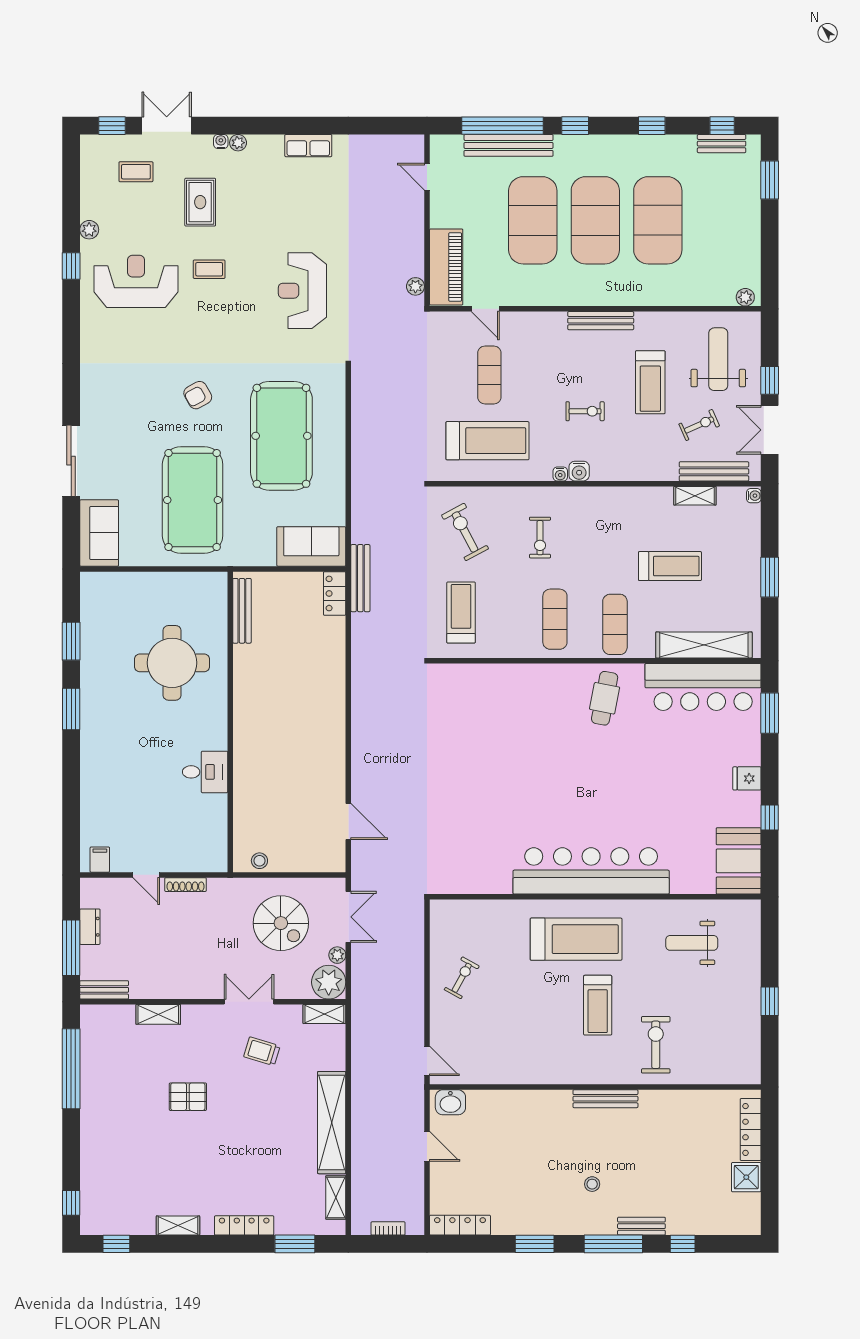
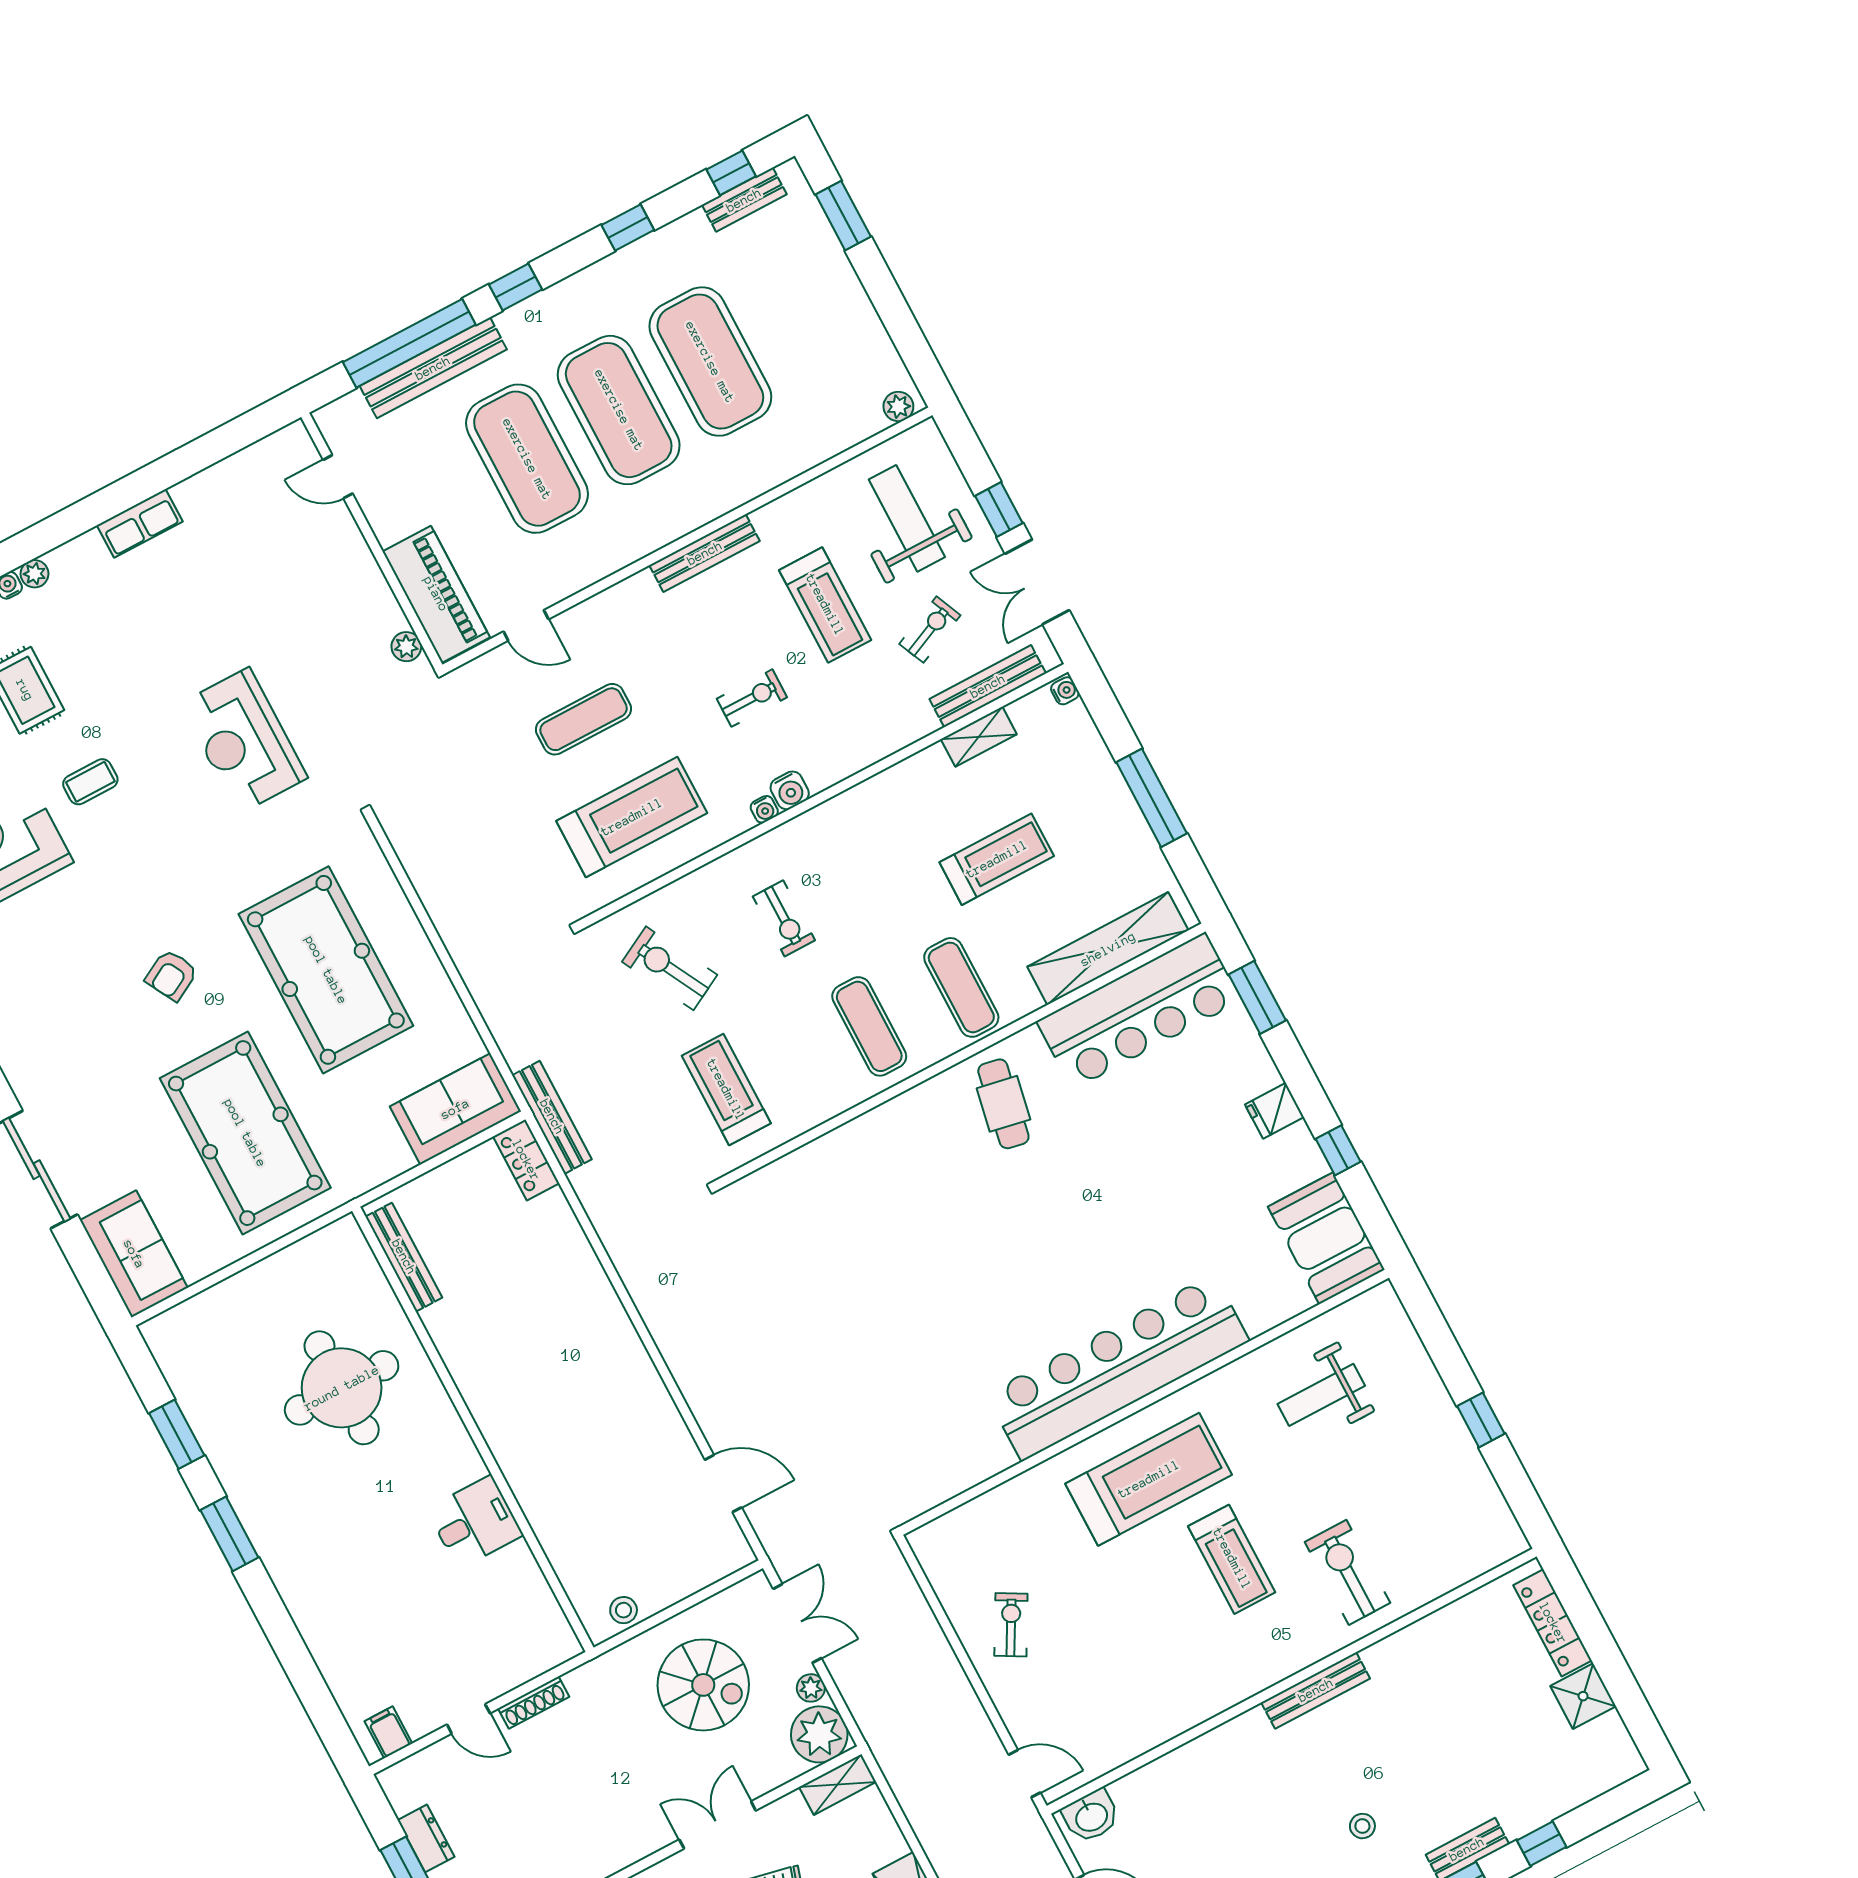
exercise mat: (489, 375) -> (584, 719), turned 90
window: (770, 577) -> (1152, 798), width x1.44

